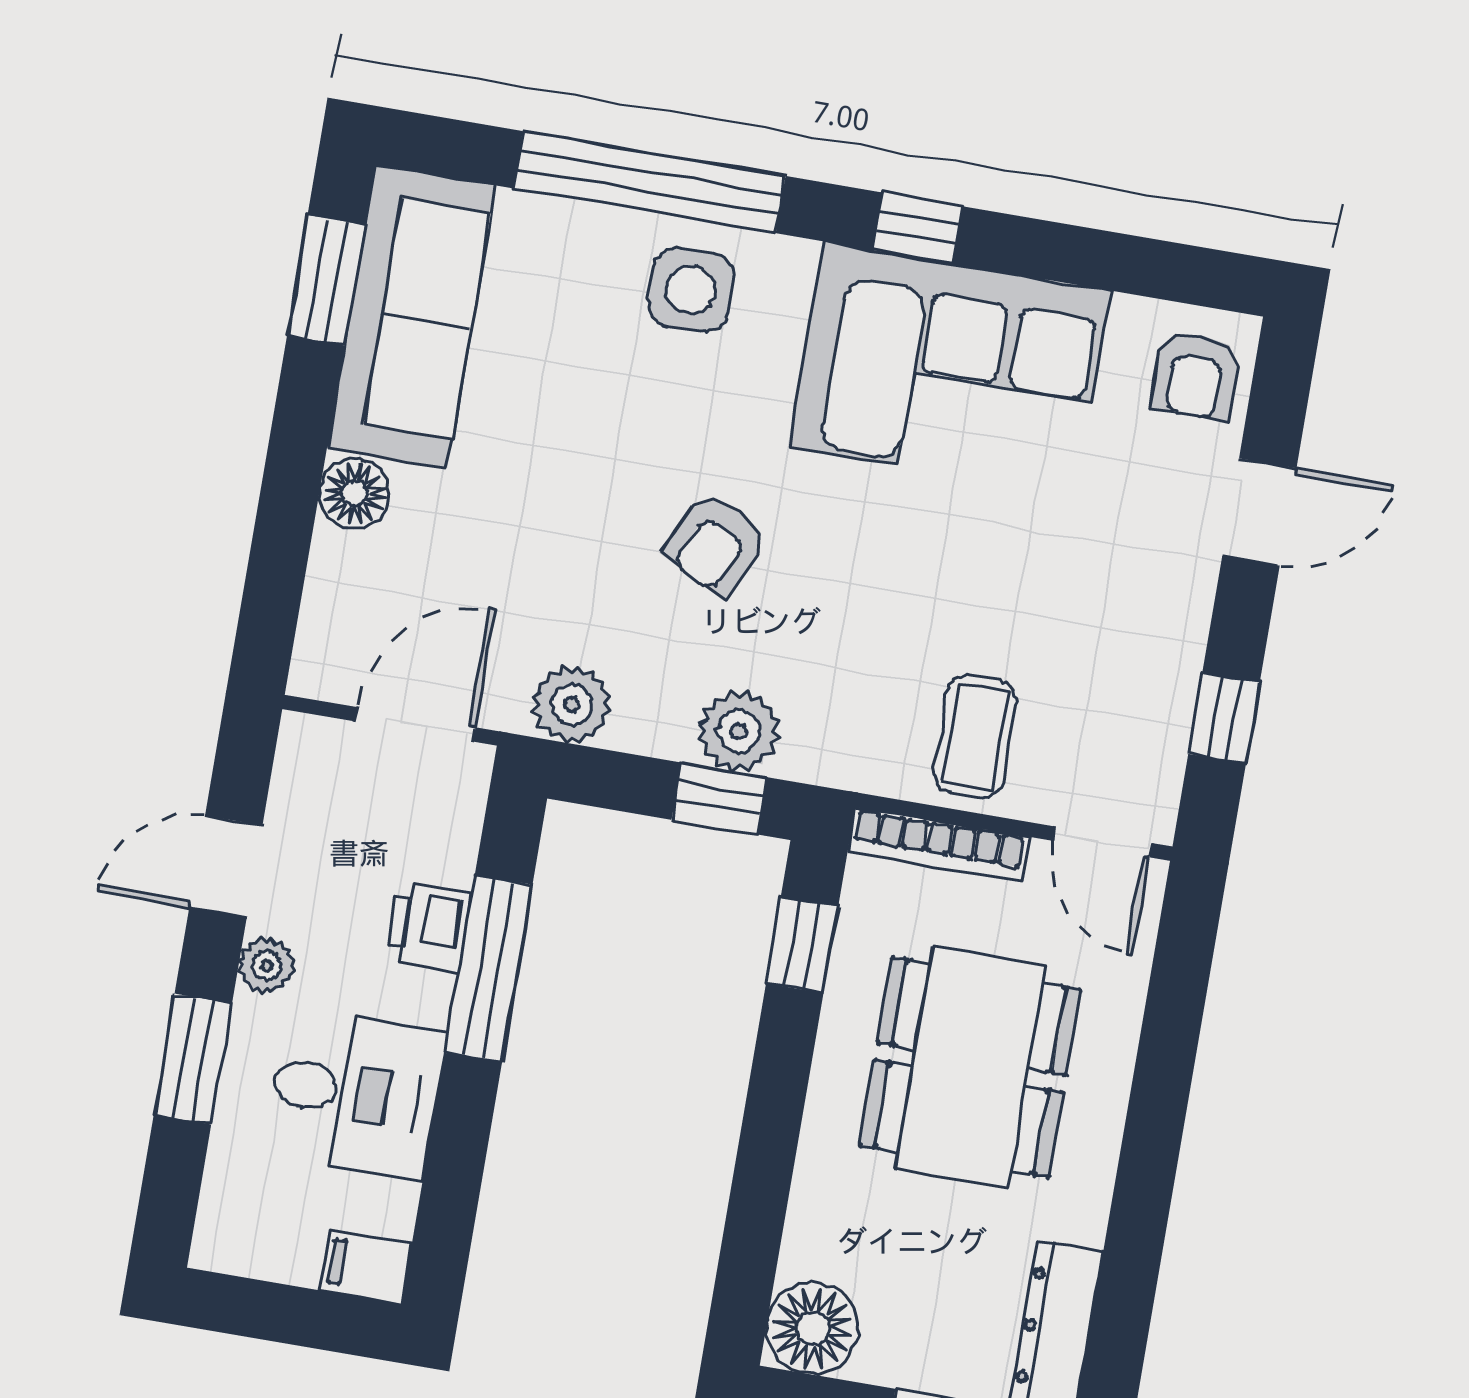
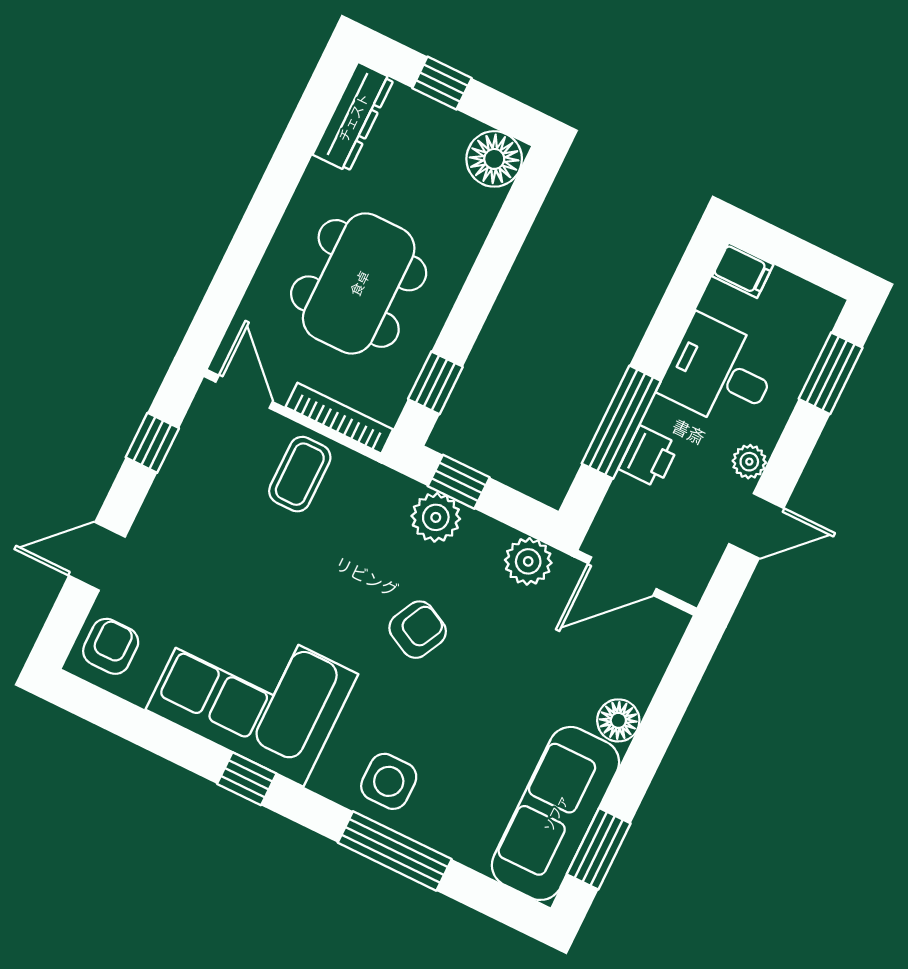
window: (649, 182) -> (395, 851), width x0.68
window: (193, 1059) -> (831, 373), moved

